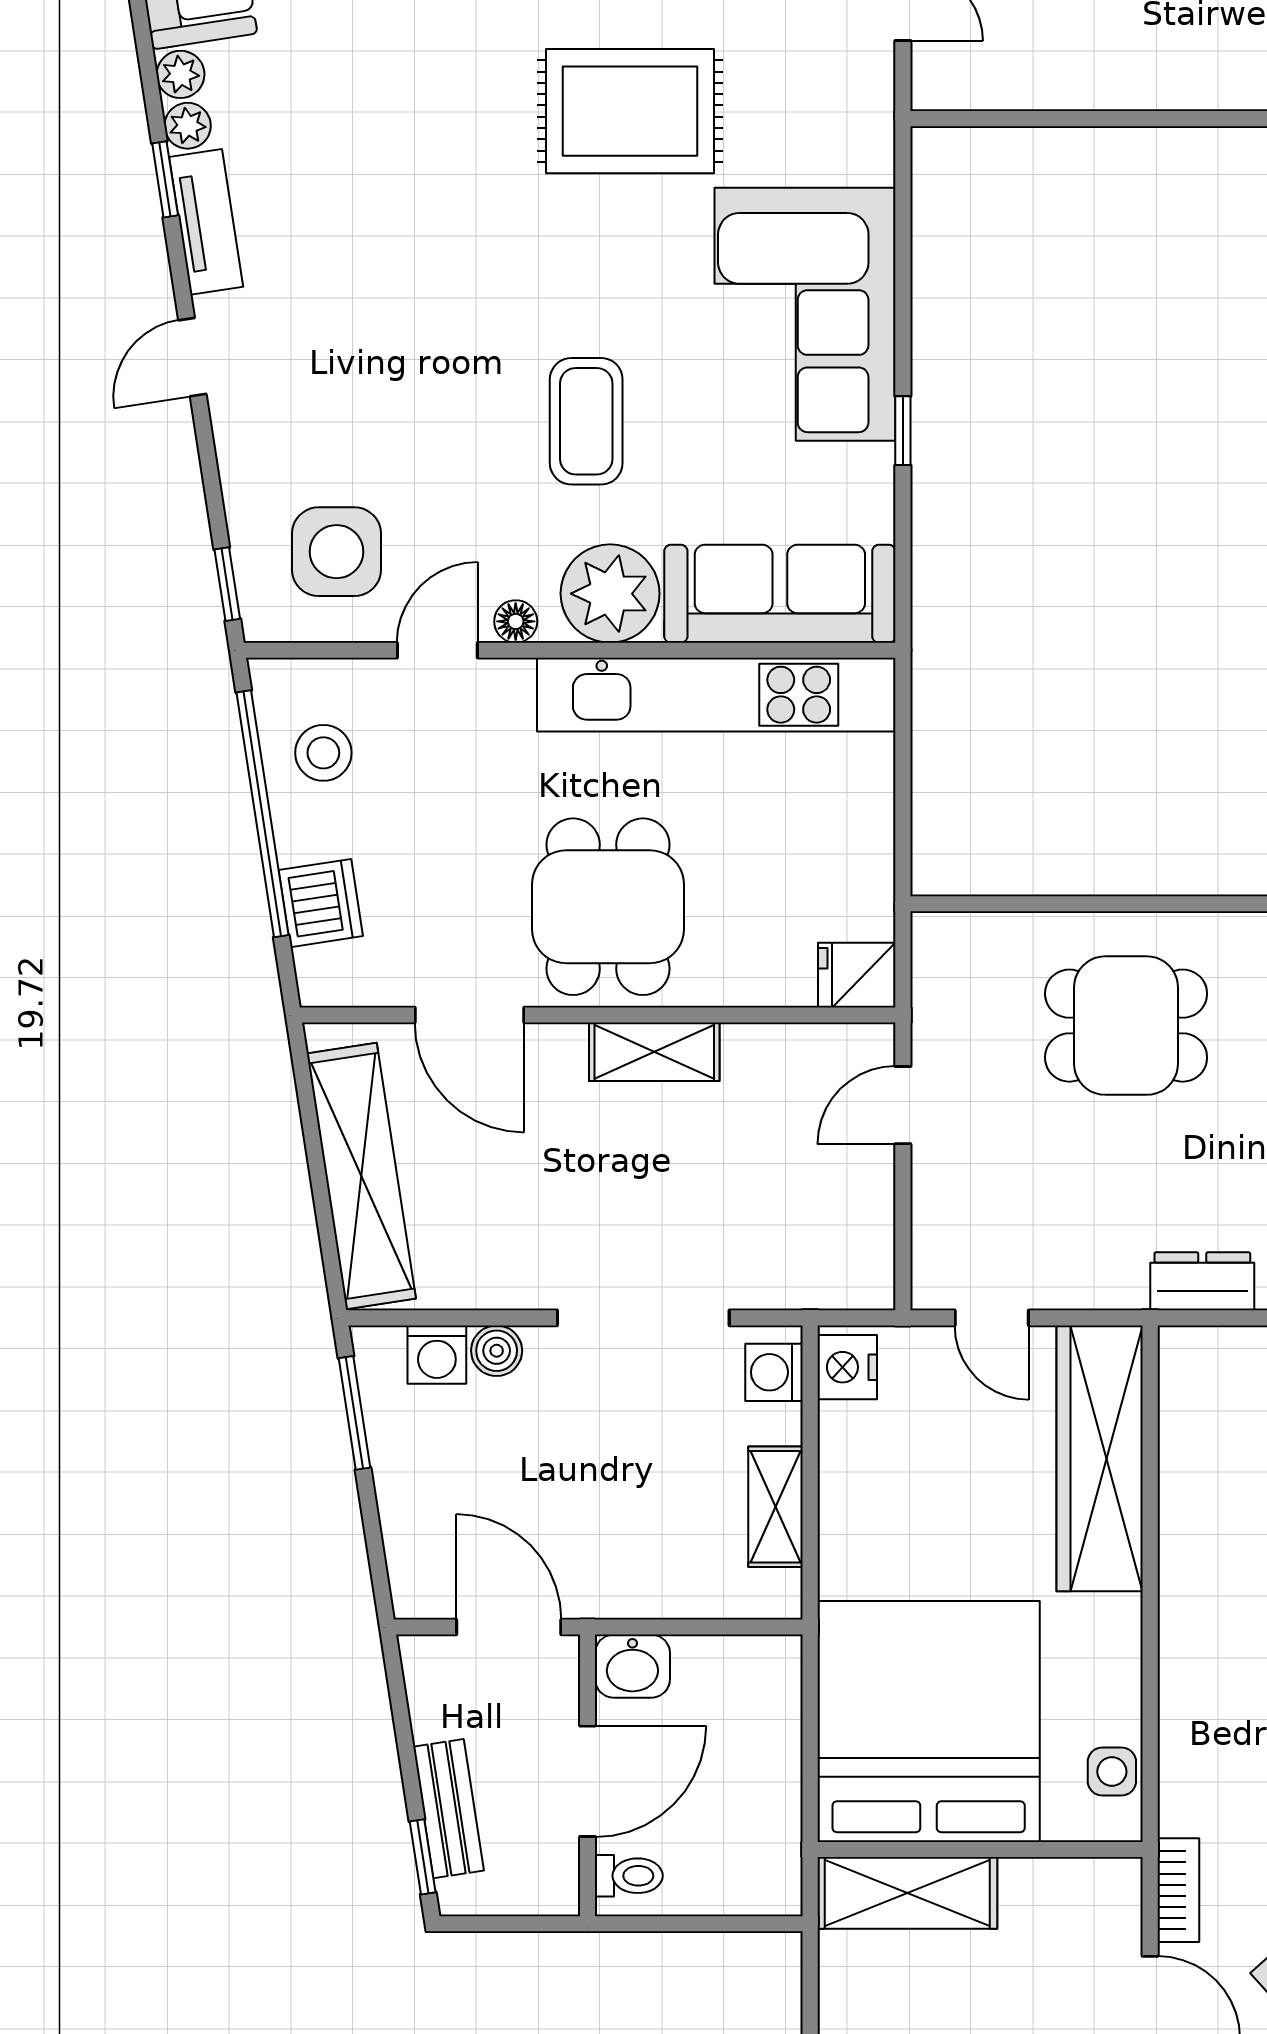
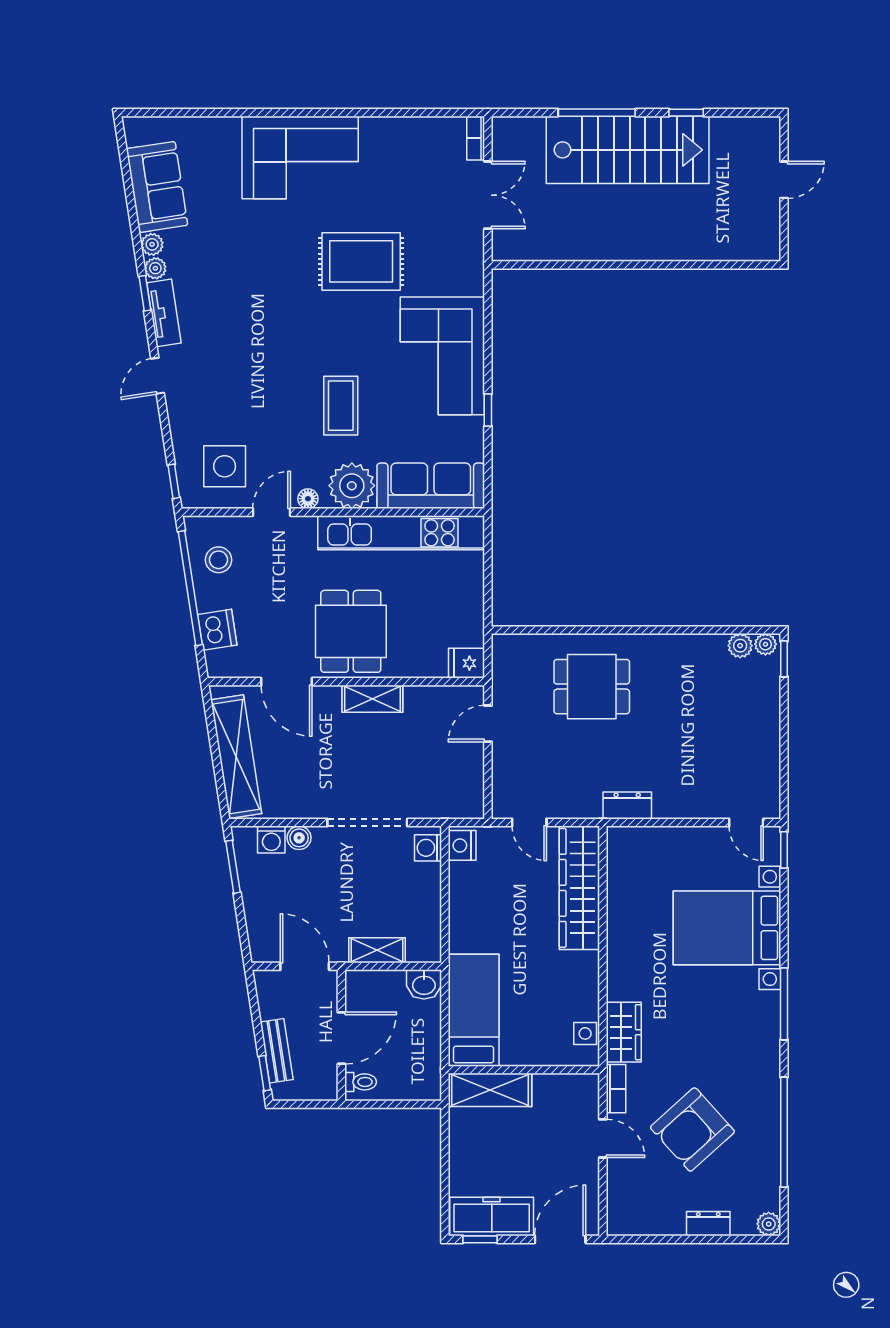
shelving: (776, 1507) -> (377, 950), moved, turned 90
washbasin: (632, 1666) -> (424, 984), moved
bed: (929, 1721) -> (474, 1010), width x0.49
wardrobe: (1195, 1769) -> (624, 1032), added

